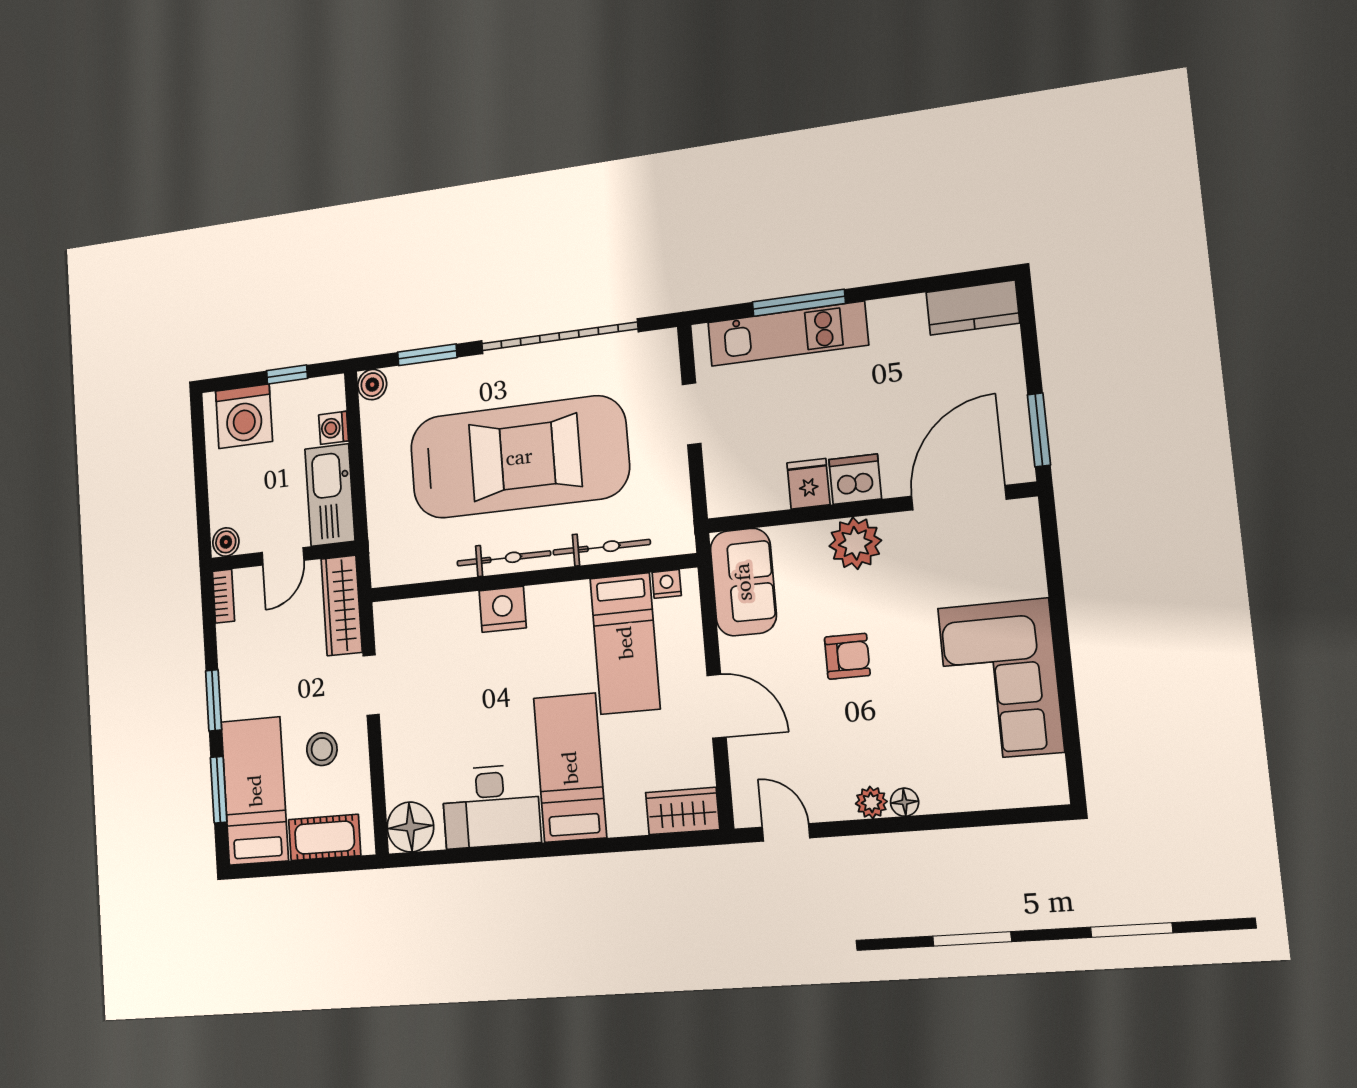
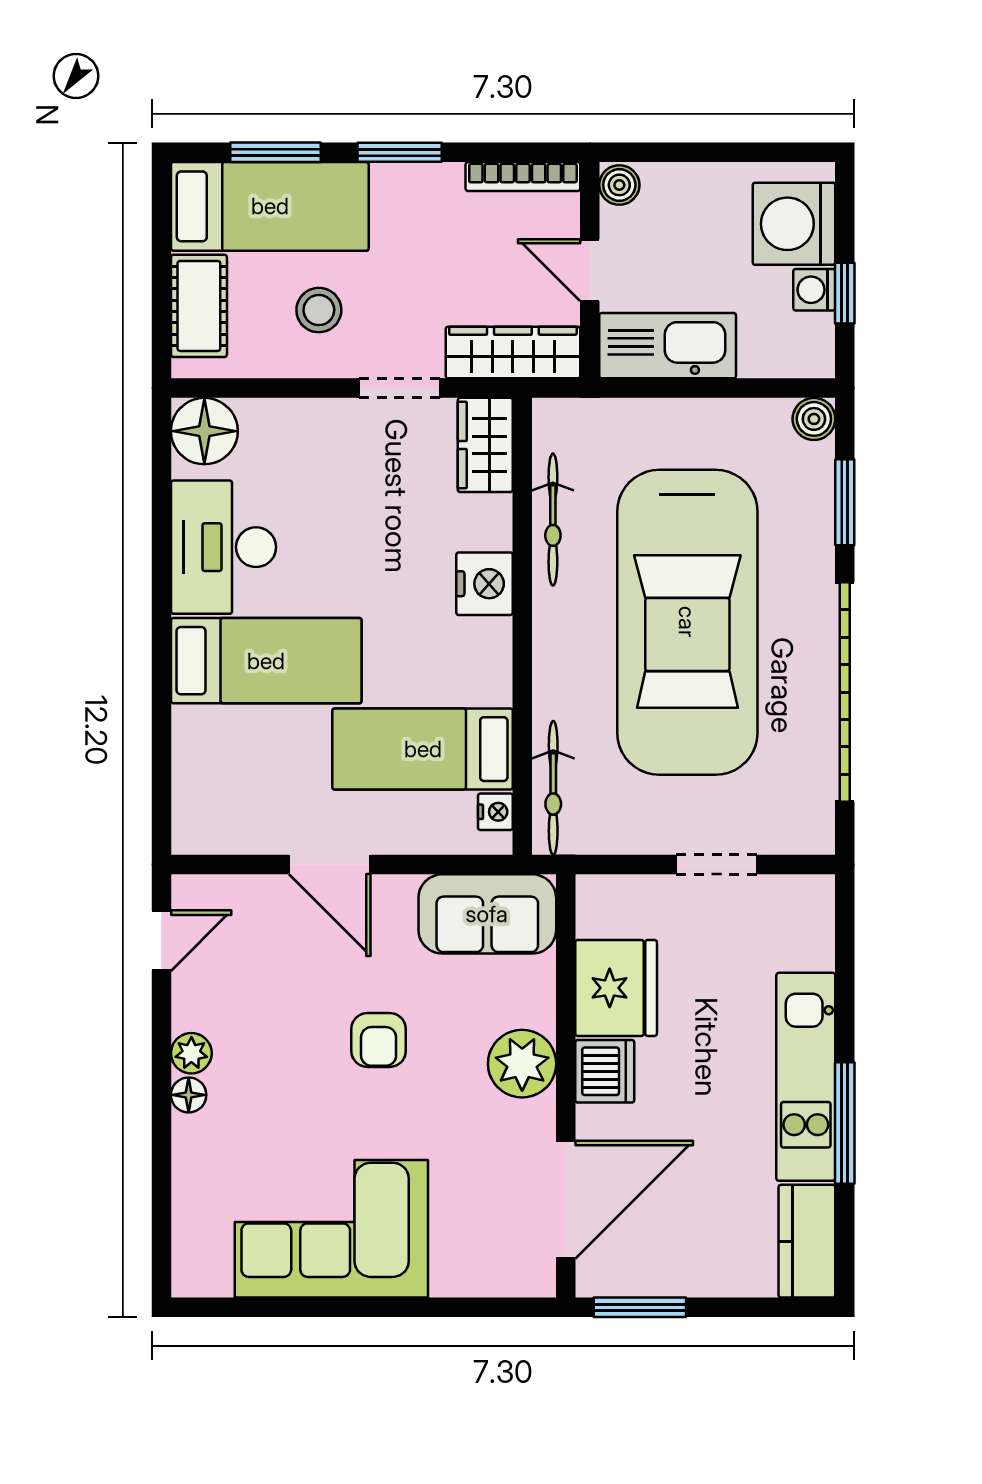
window: (799, 303) -> (845, 1123), moved
kitchen unit: (788, 334) -> (806, 1077), moved
washing machine: (334, 428) -> (814, 290), moved, turned -90
fridge: (808, 484) -> (616, 988), width x1.88, depth x1.34
door: (959, 498) -> (566, 1200), hinge flipped
bicycle: (602, 547) -> (553, 788), moved
bicycle: (504, 558) -> (553, 520), moved
bookcase: (223, 596) -> (523, 177), width x1.56
door: (717, 706) -> (330, 865), hinge flipped
wardrobe: (682, 811) -> (485, 445), moved, turned 180

